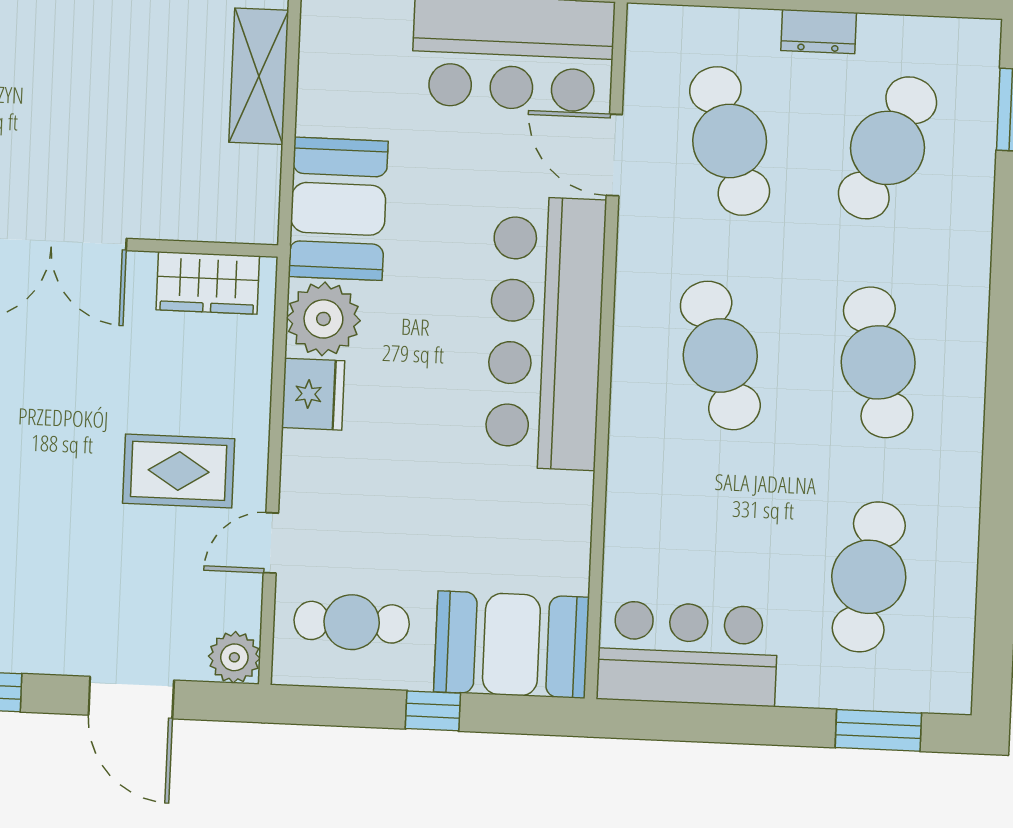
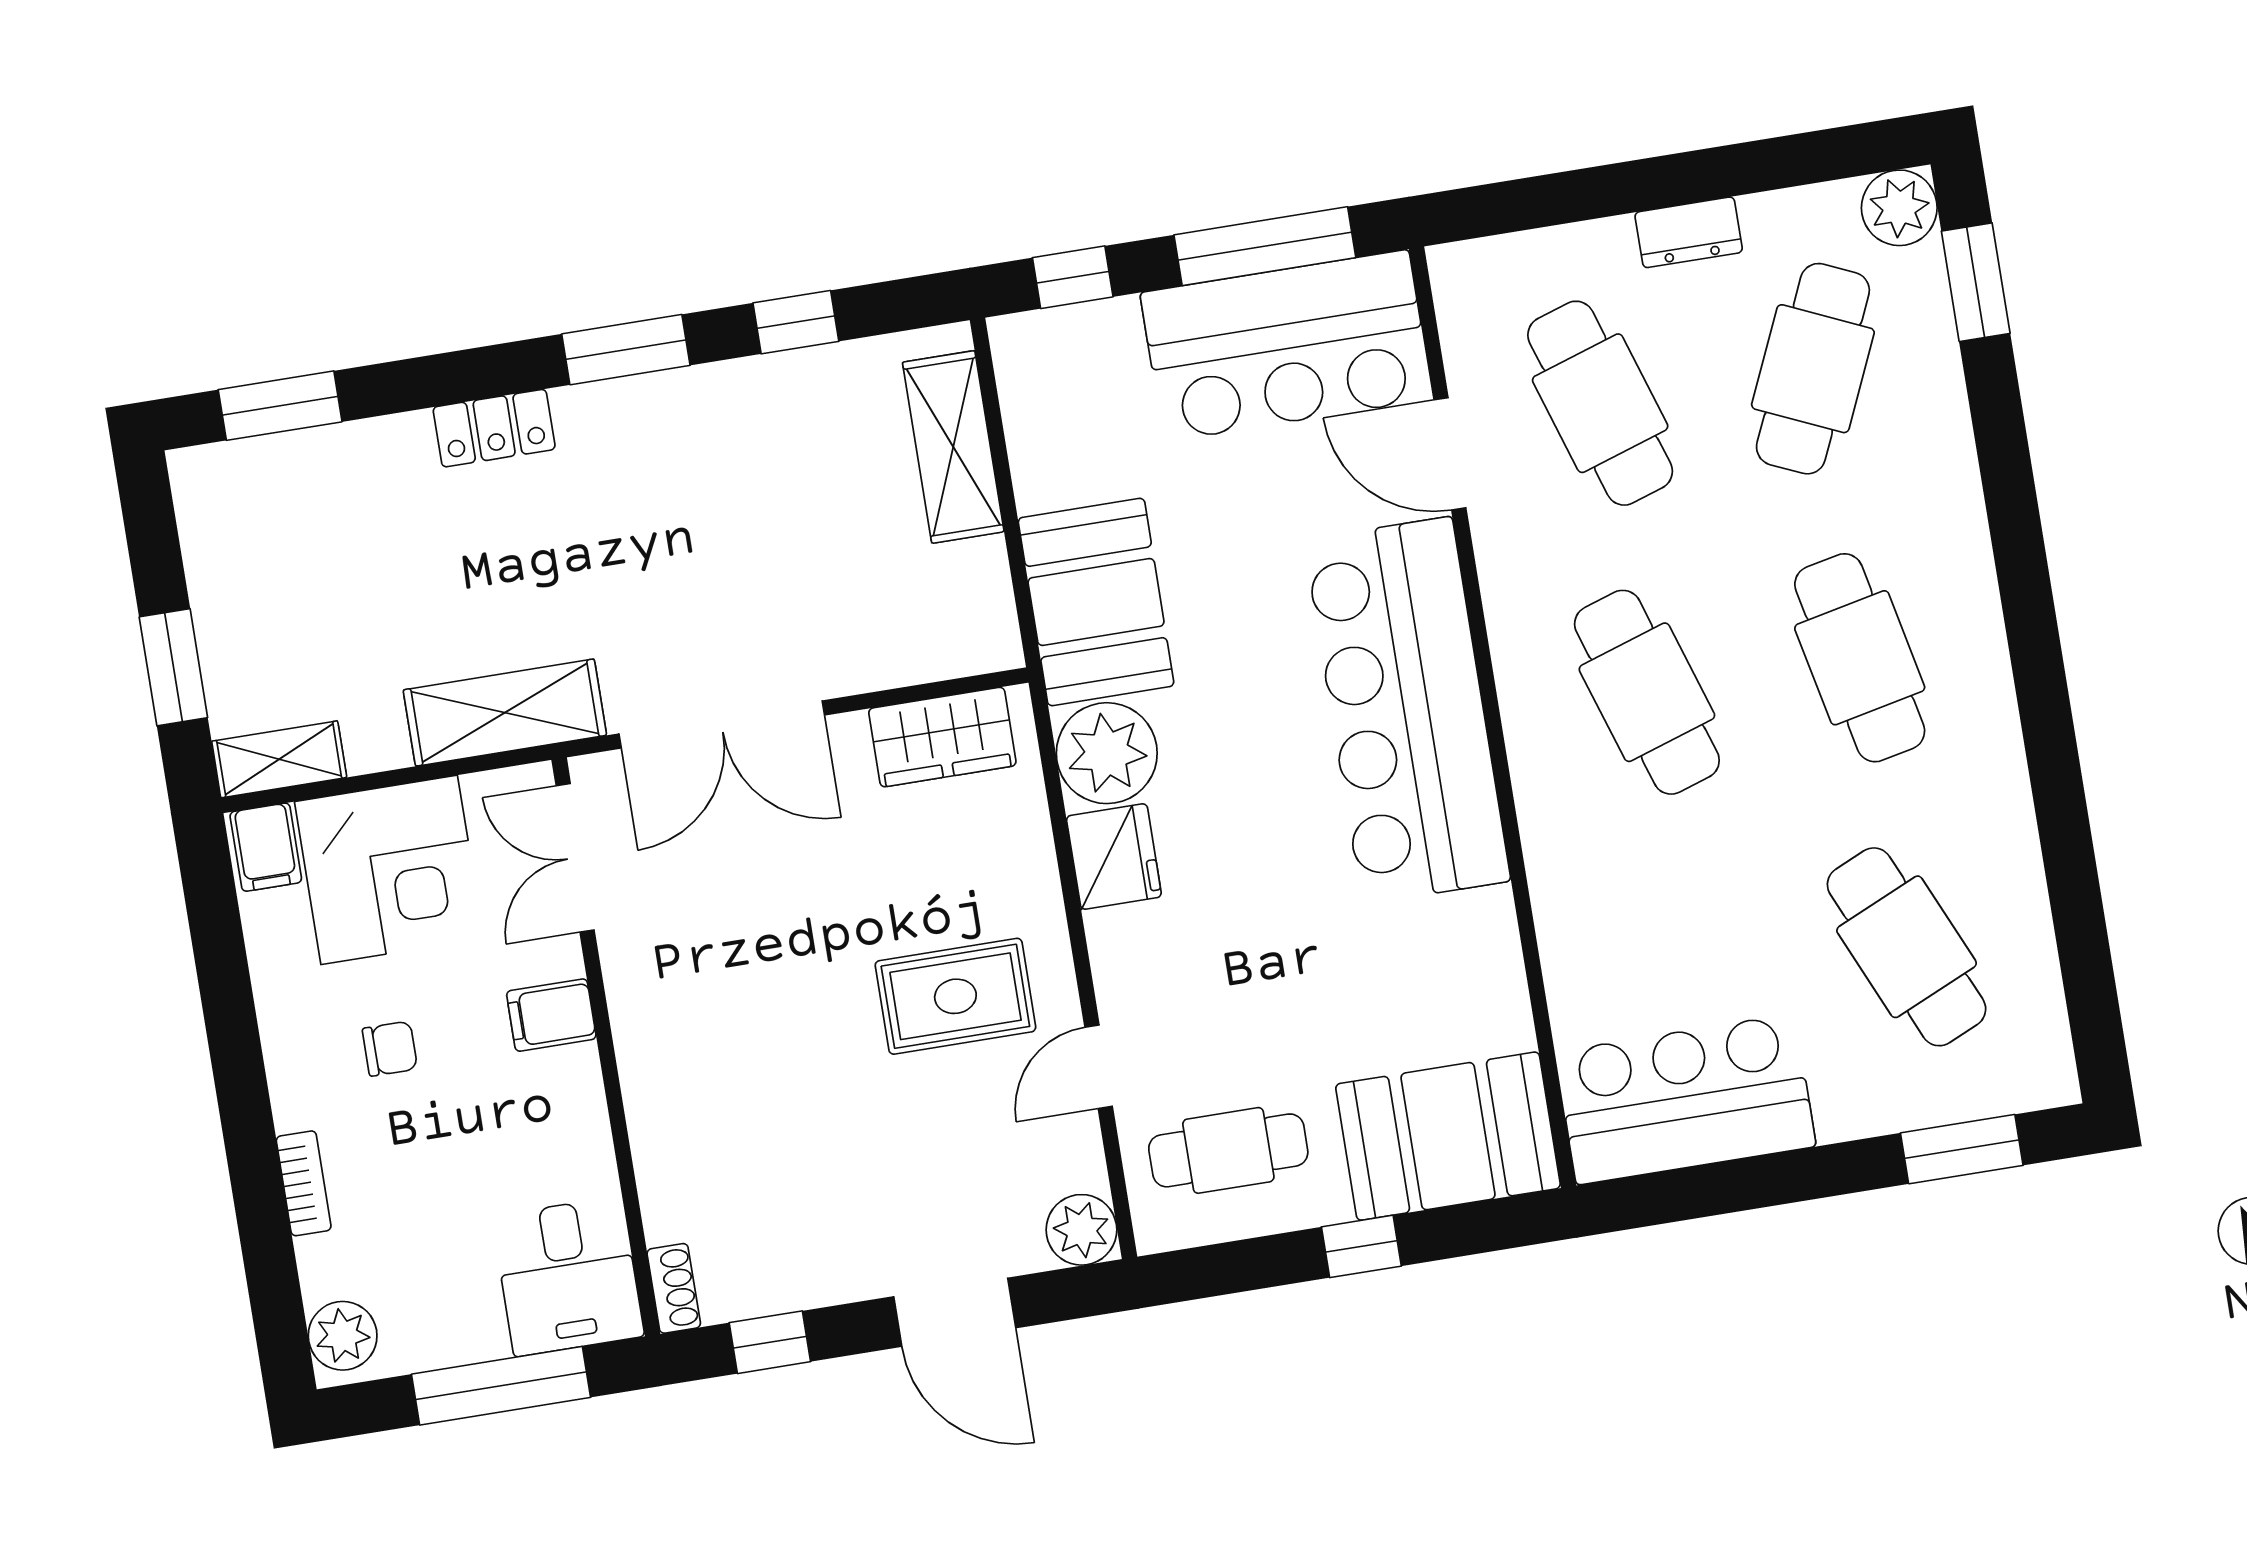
plant: (973, 45) -> (1899, 208), added
cafe table: (869, 577) -> (1907, 947), turned -33

